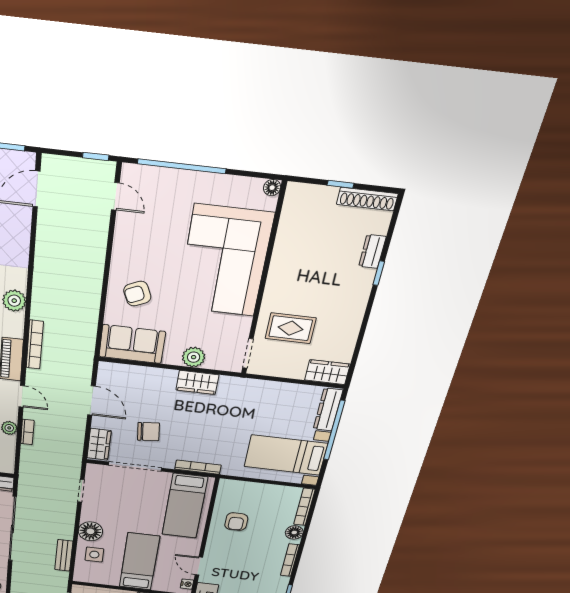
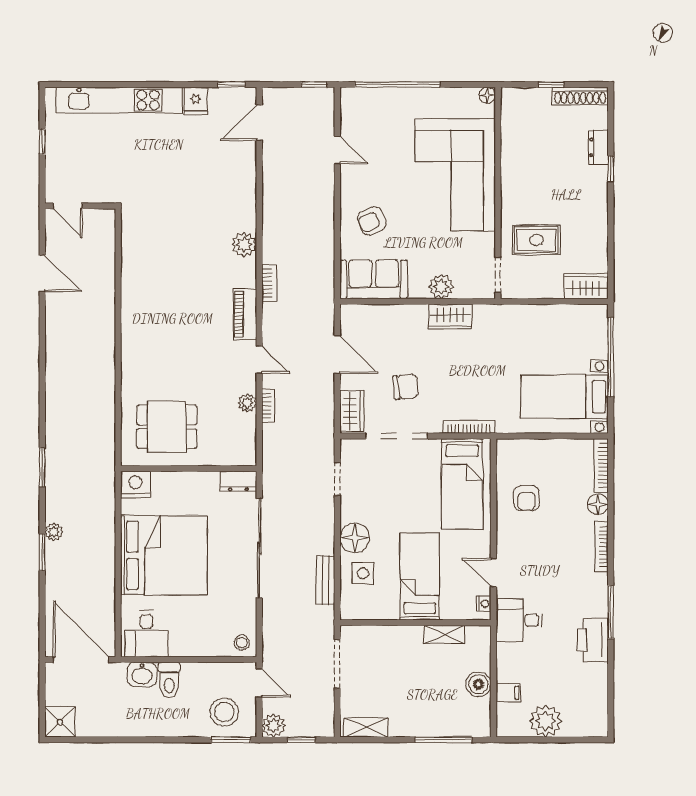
door: (115, 196) -> (337, 150), moved
bookcase: (35, 345) -> (269, 283), width x0.64
dresser: (328, 410) -> (598, 332), removed

